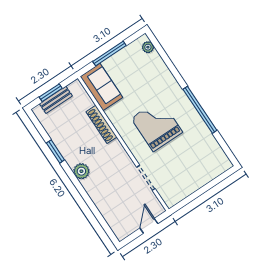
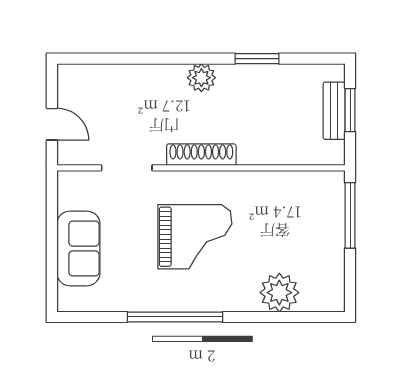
plant: (148, 47) -> (279, 293), moved, width x1.87, depth x1.87
window: (109, 54) -> (350, 215), moved
sofa: (101, 87) -> (78, 248), moved, turned -90
shoe rack: (101, 124) -> (201, 155), moved

